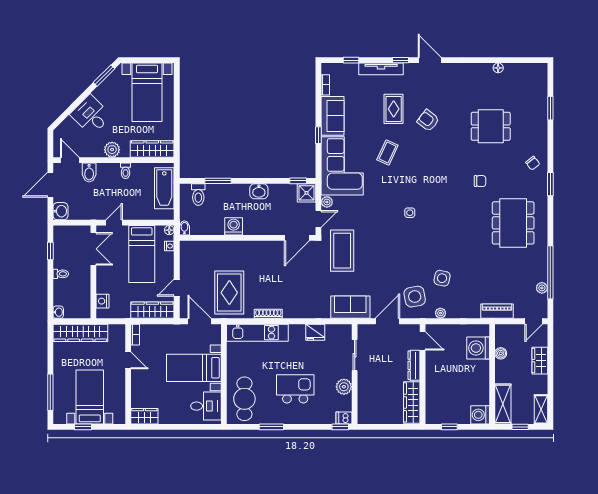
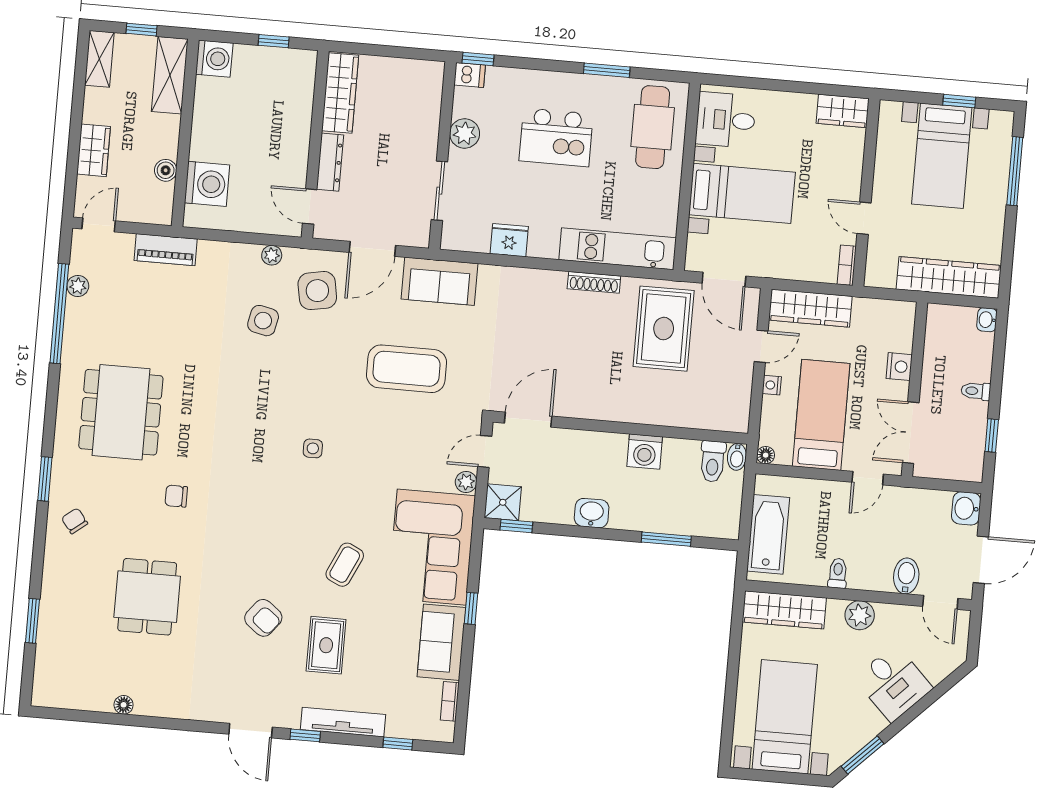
dining table: (491, 126) -> (147, 597), turned 90
toilet: (198, 195) -> (713, 461), moved, turned 180
nightstand: (169, 246) -> (772, 385), moved
coffee table: (342, 251) -> (407, 369), moved, turned 90
nightstand: (103, 301) -> (899, 367), moved

